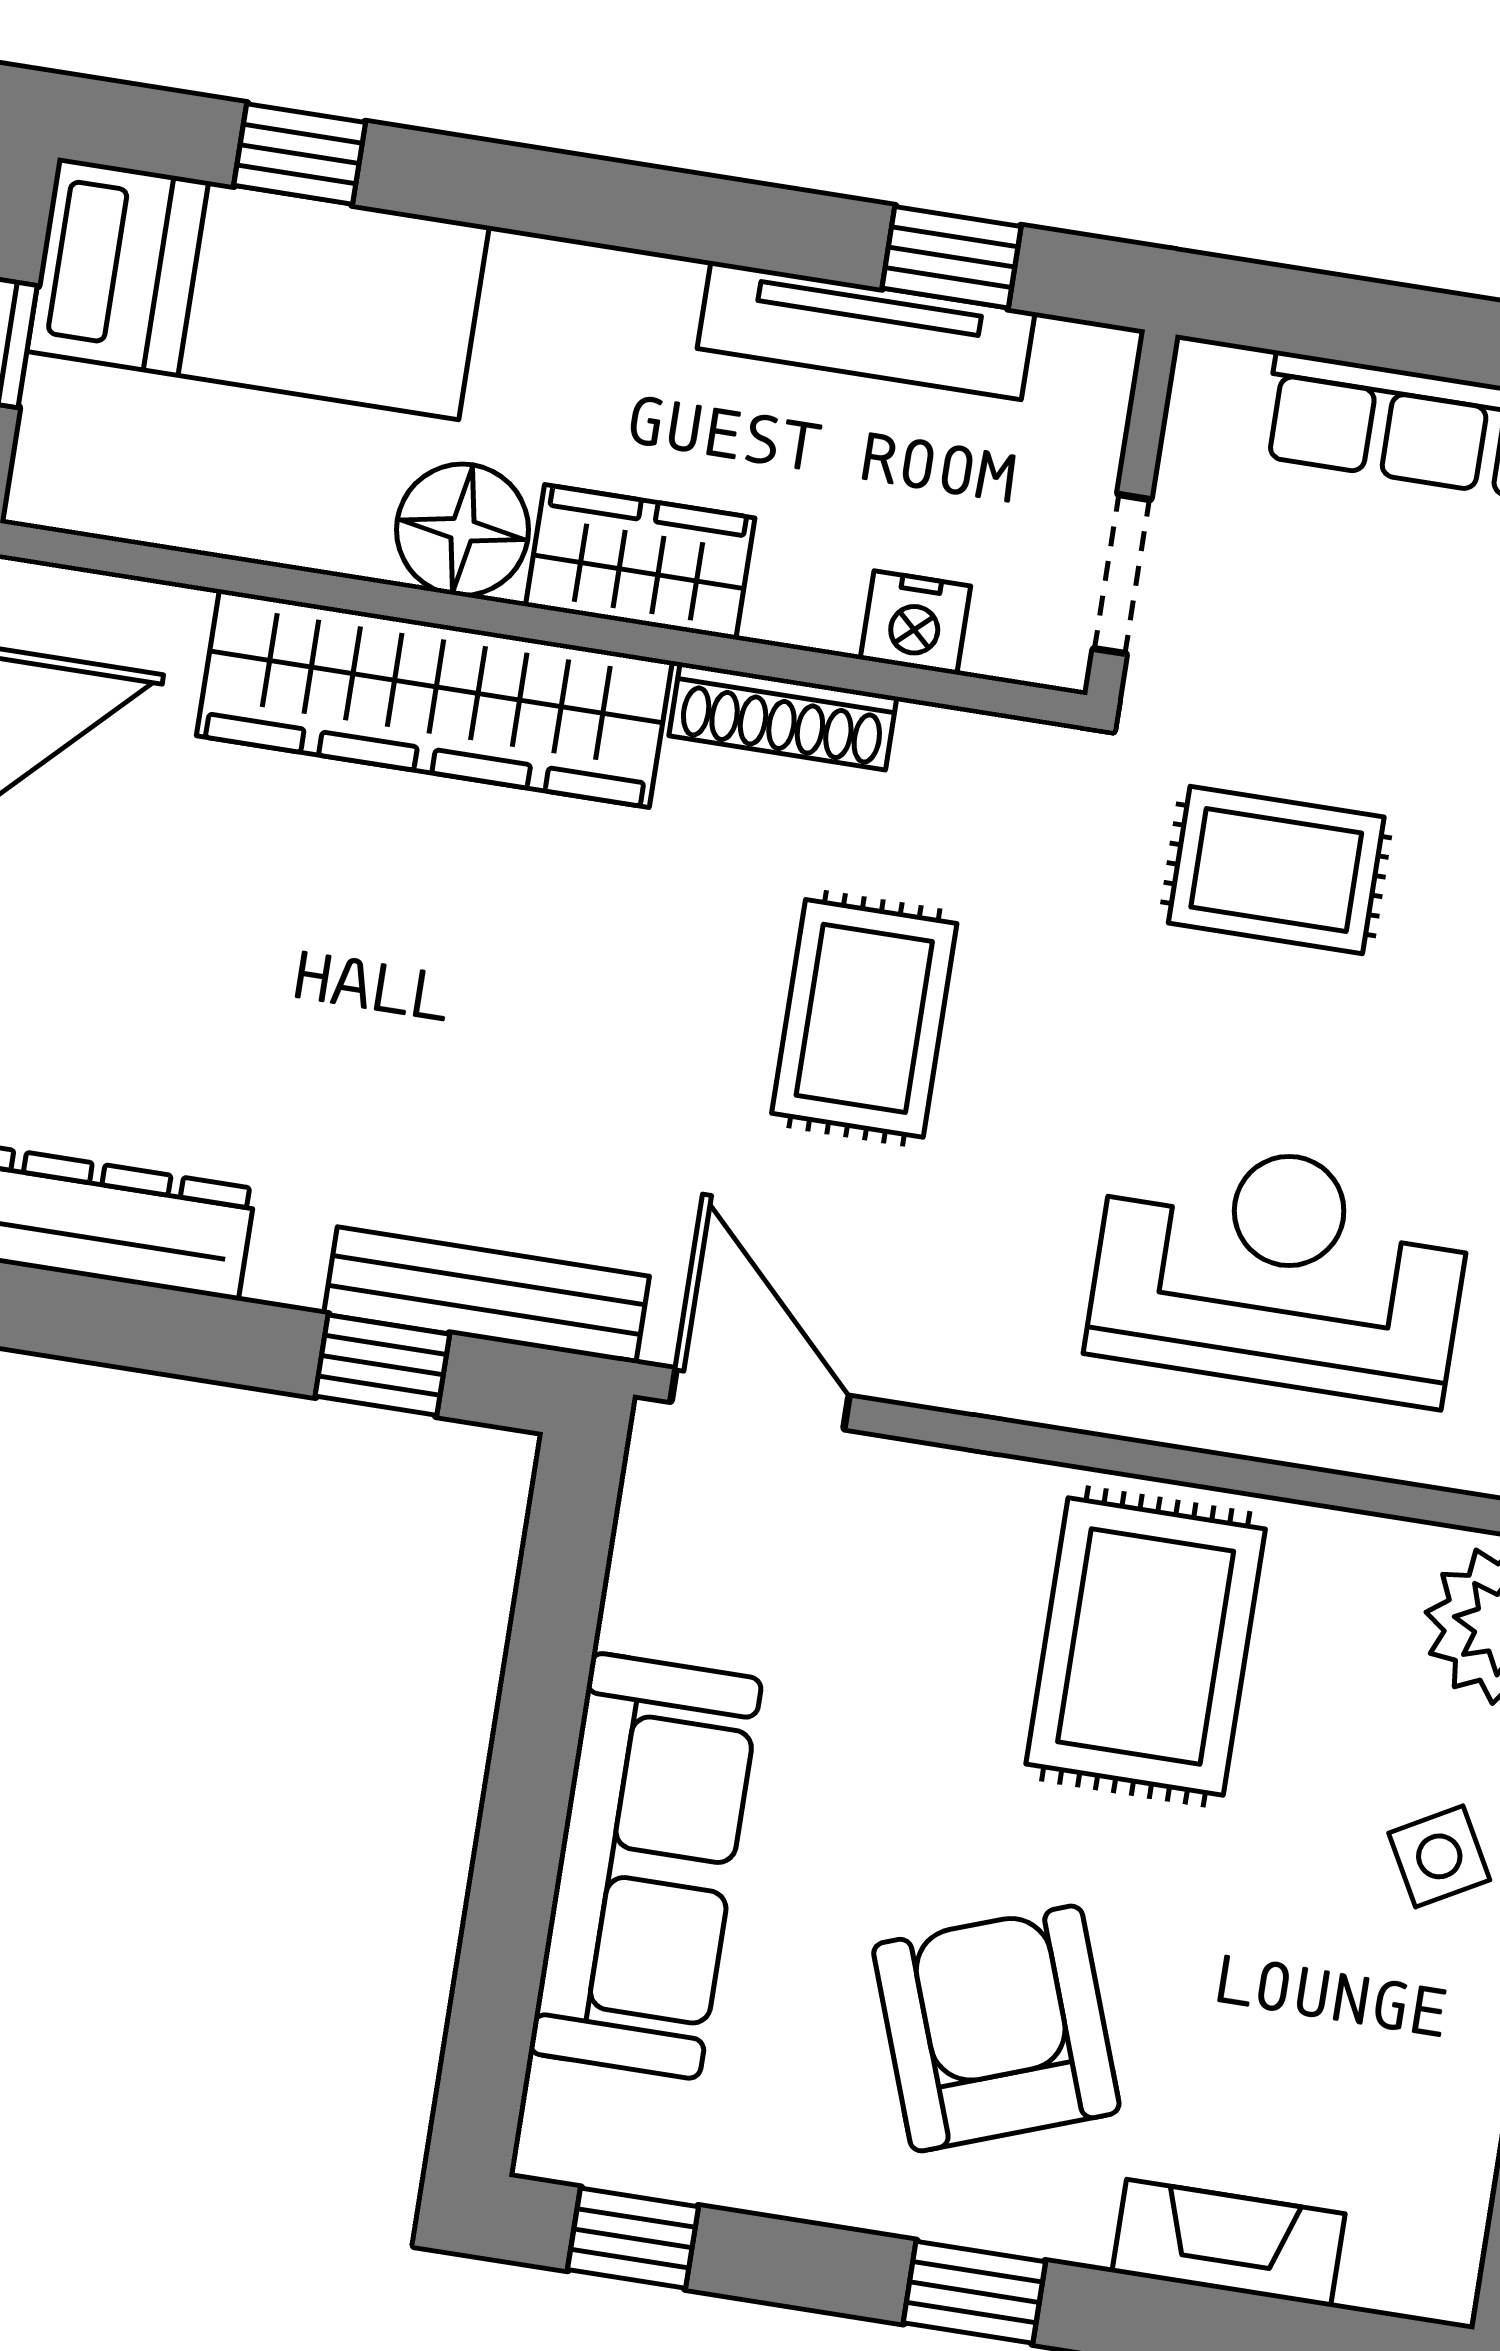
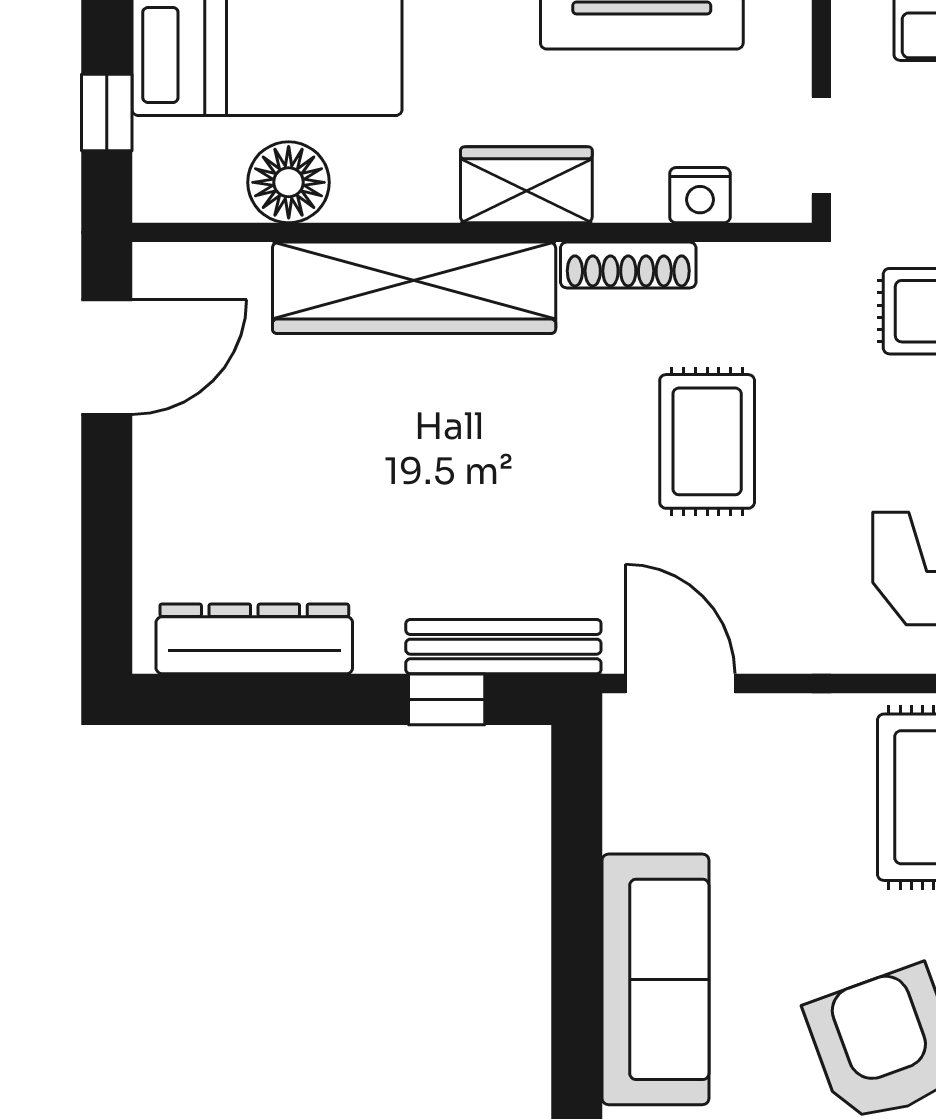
floor lamp: (462, 530) -> (289, 182), moved

